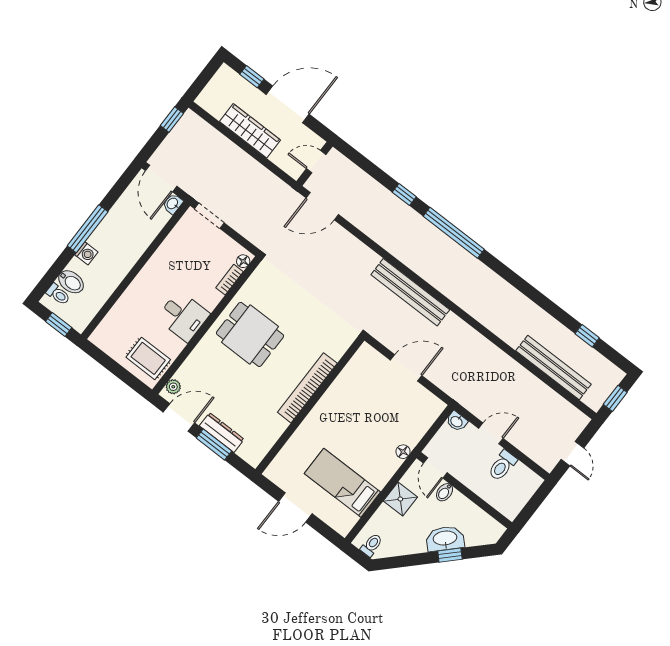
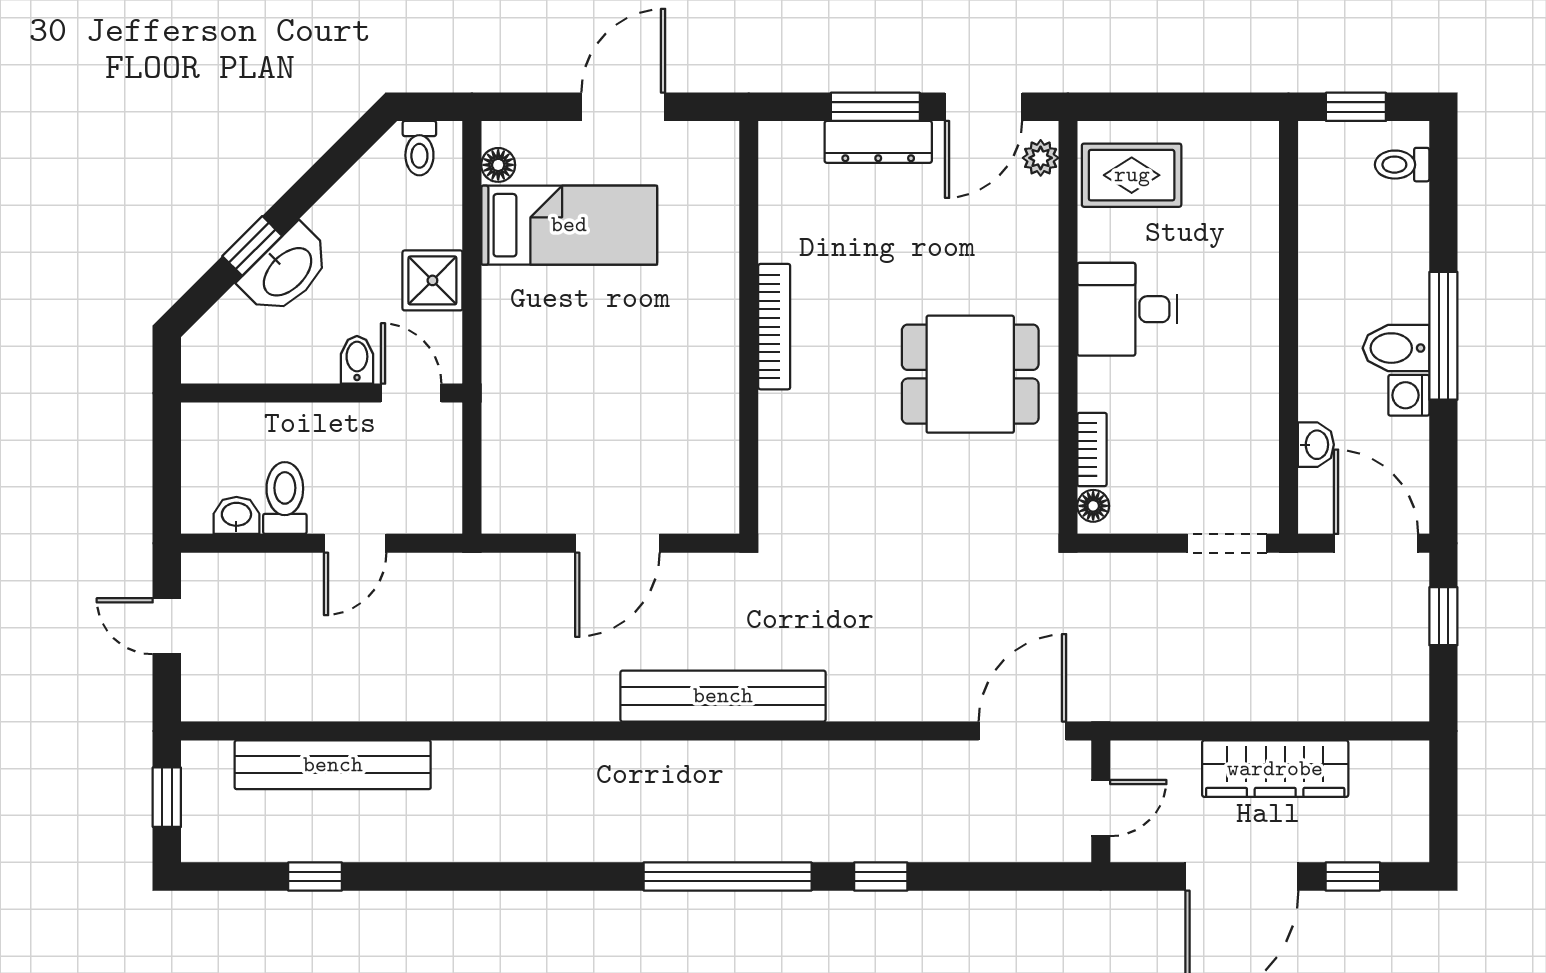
window: (172, 120) -> (1443, 616), moved
washbasin: (173, 204) -> (1316, 445), moved
washing machine: (86, 253) -> (1409, 395), moved
bidet: (71, 282) -> (1396, 348), moved
bookcase: (307, 388) -> (774, 327), width x0.68, depth x0.76
washbasin: (457, 421) -> (236, 515), moved
floor lamp: (403, 452) -> (498, 165), moved

